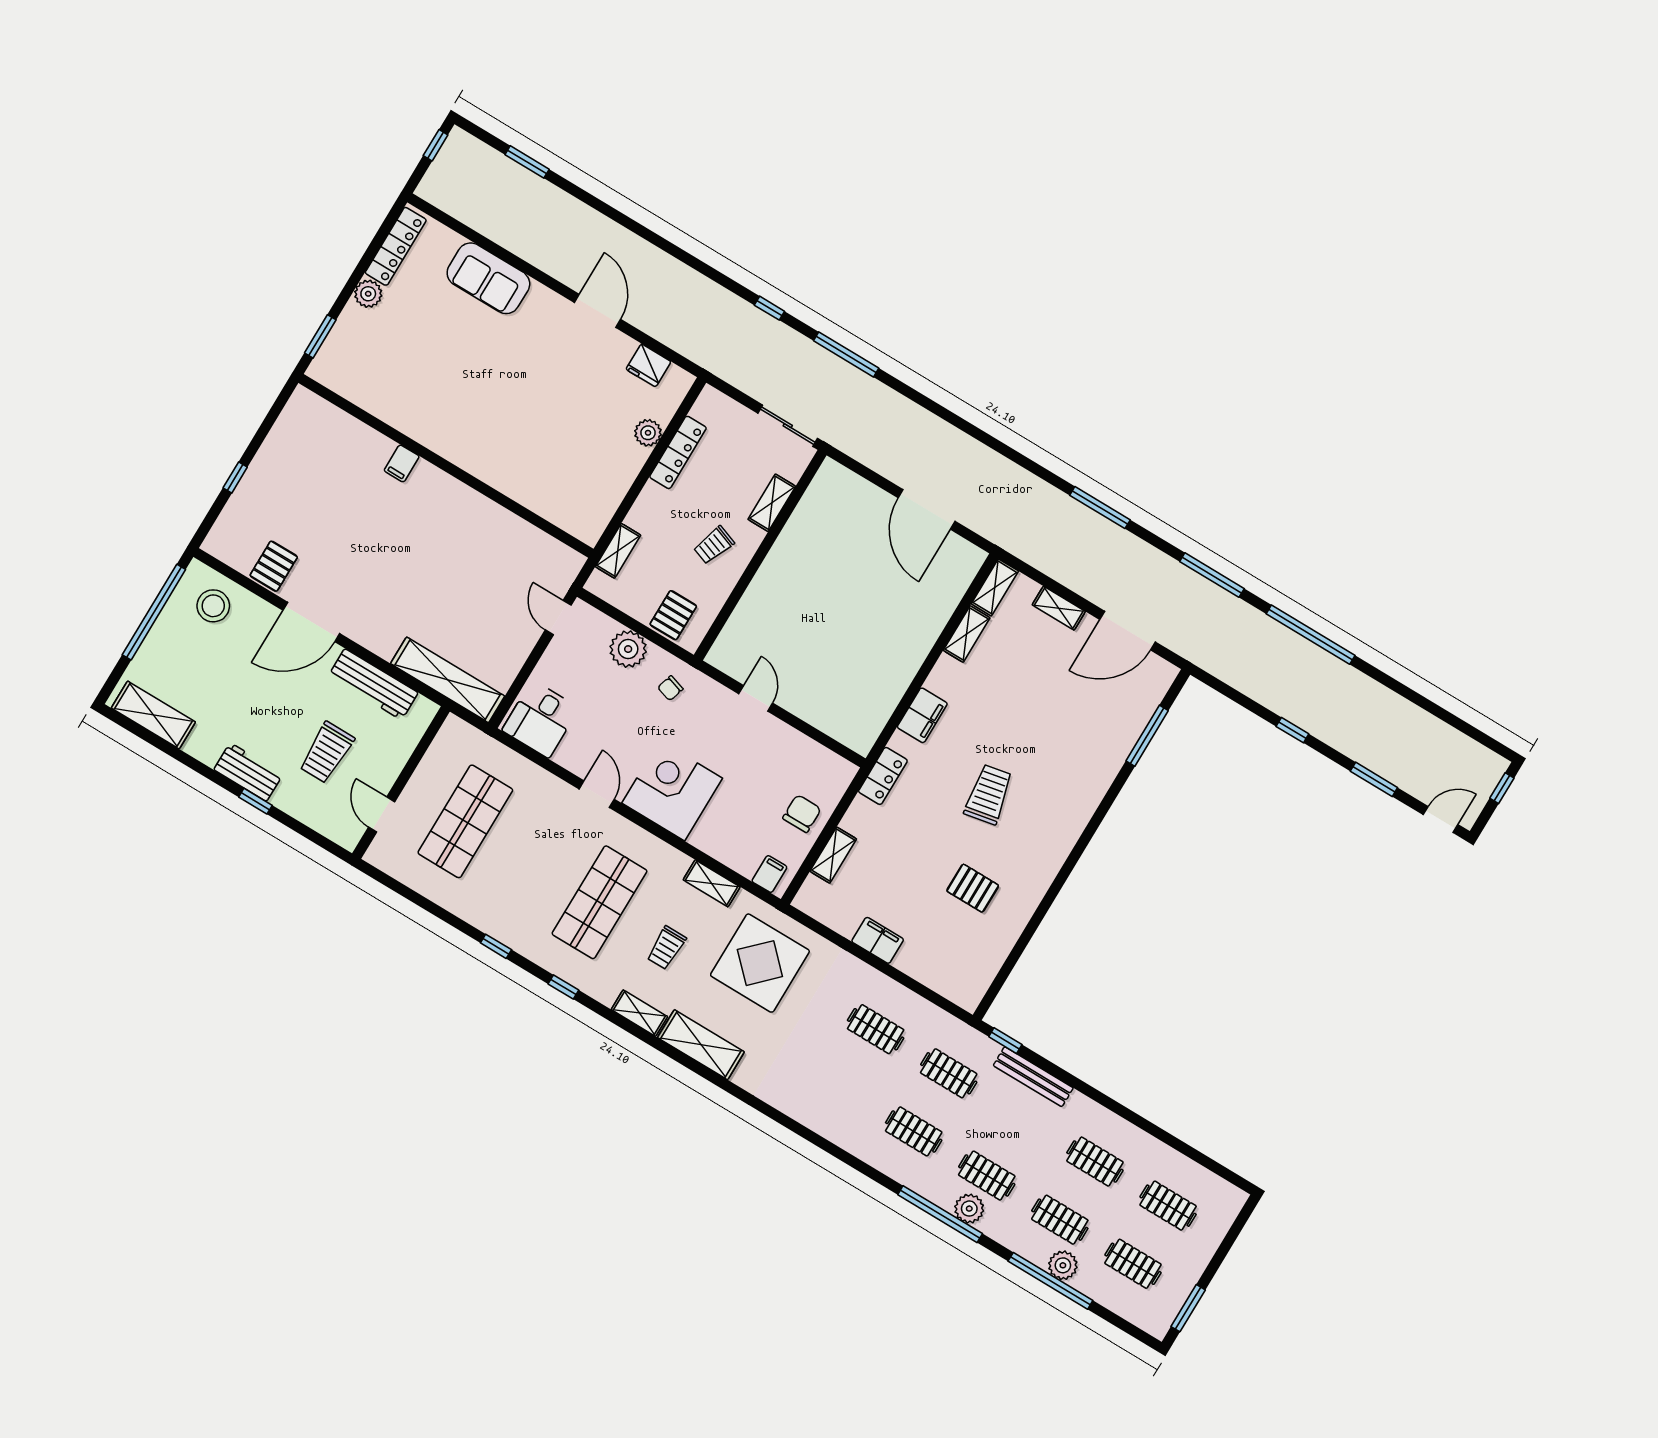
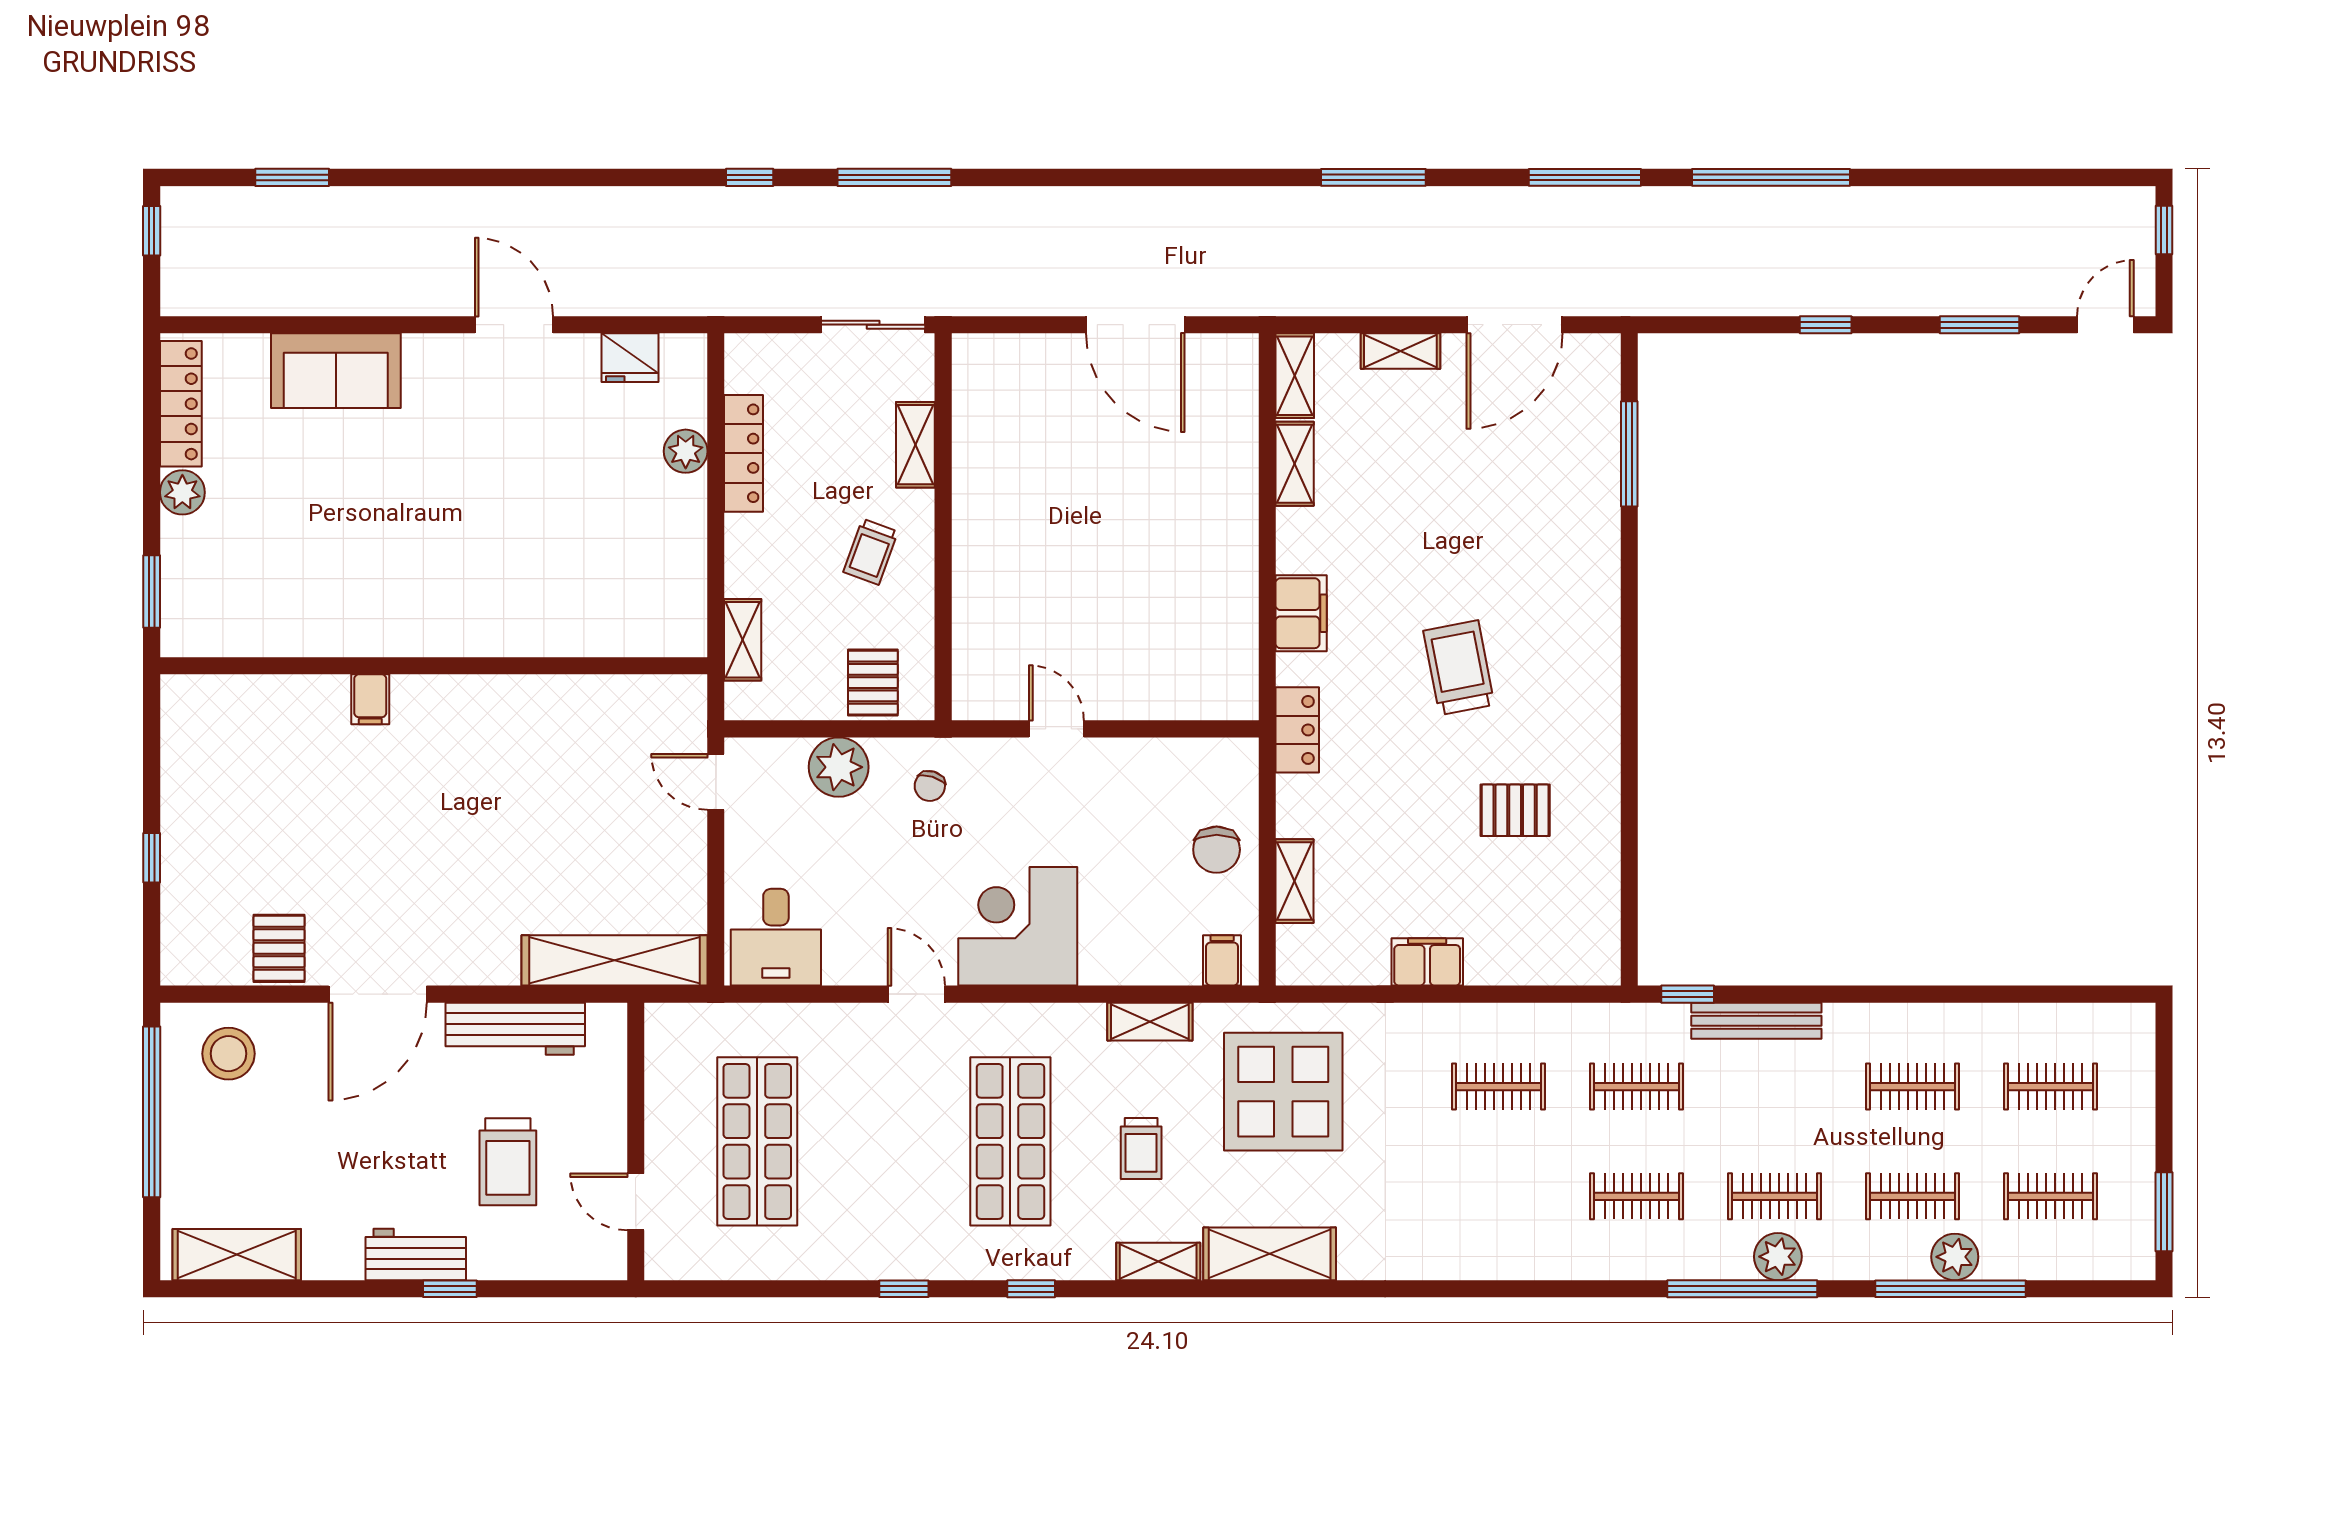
chair: (802, 814) -> (1217, 850), turned 180

